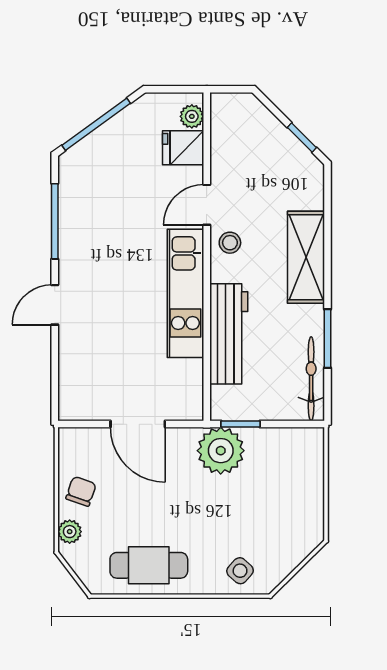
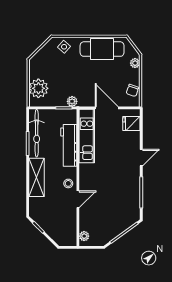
fridge: (183, 148) -> (131, 124), moved, turned 180
kitchen unit: (185, 293) -> (87, 136), moved
bicycle: (311, 379) -> (37, 133), width x1.37, depth x1.40
plant: (221, 451) -> (72, 101), width x0.53, depth x0.53
plant: (301, 471) -> (38, 88), added
chair: (81, 491) -> (132, 90), moved
cafe table: (149, 565) -> (102, 49), width x1.37, depth x1.35

